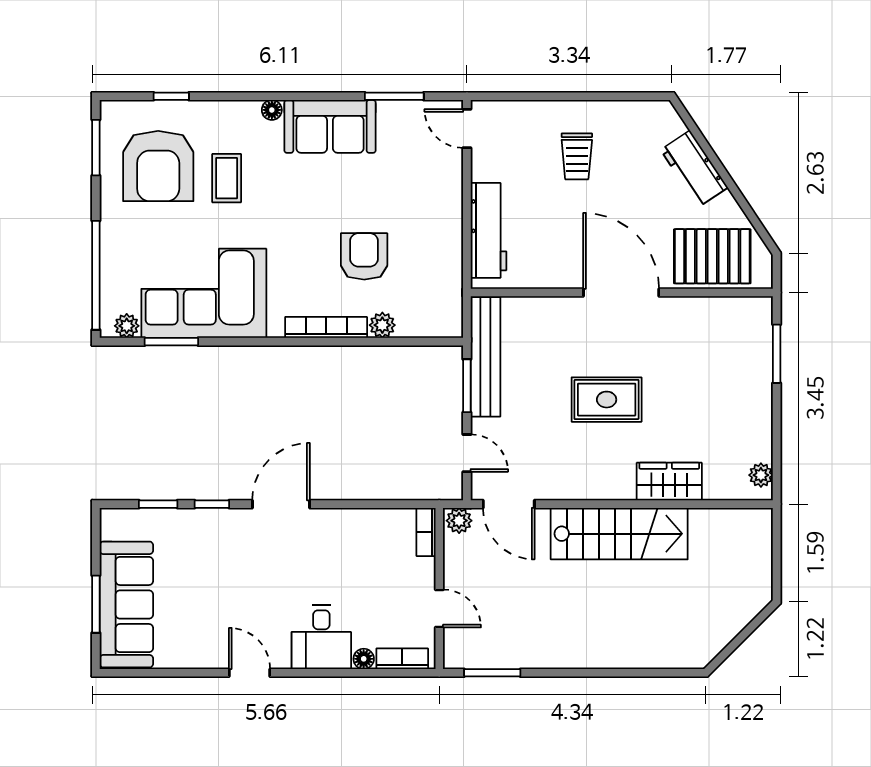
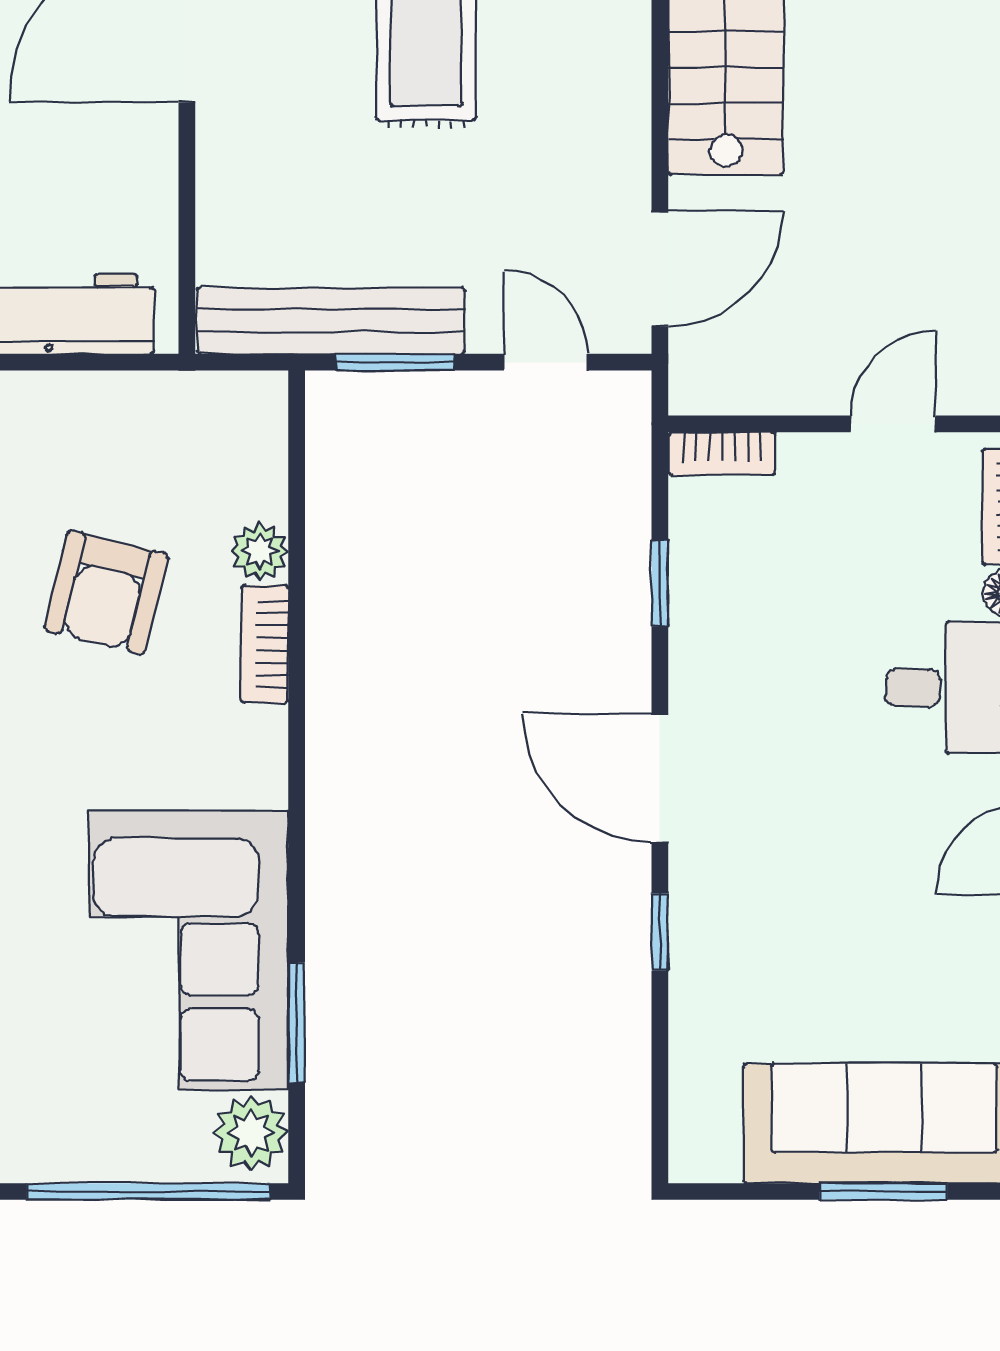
armchair: (364, 256) -> (106, 592), turned -76
plant: (127, 326) -> (251, 1133), width x1.38, depth x1.38
bookcase: (326, 327) -> (265, 644), width x0.64
door: (467, 453) -> (546, 362), hinge flipped
window: (158, 504) -> (660, 583), moved
plant: (459, 521) -> (697, 380), removed

